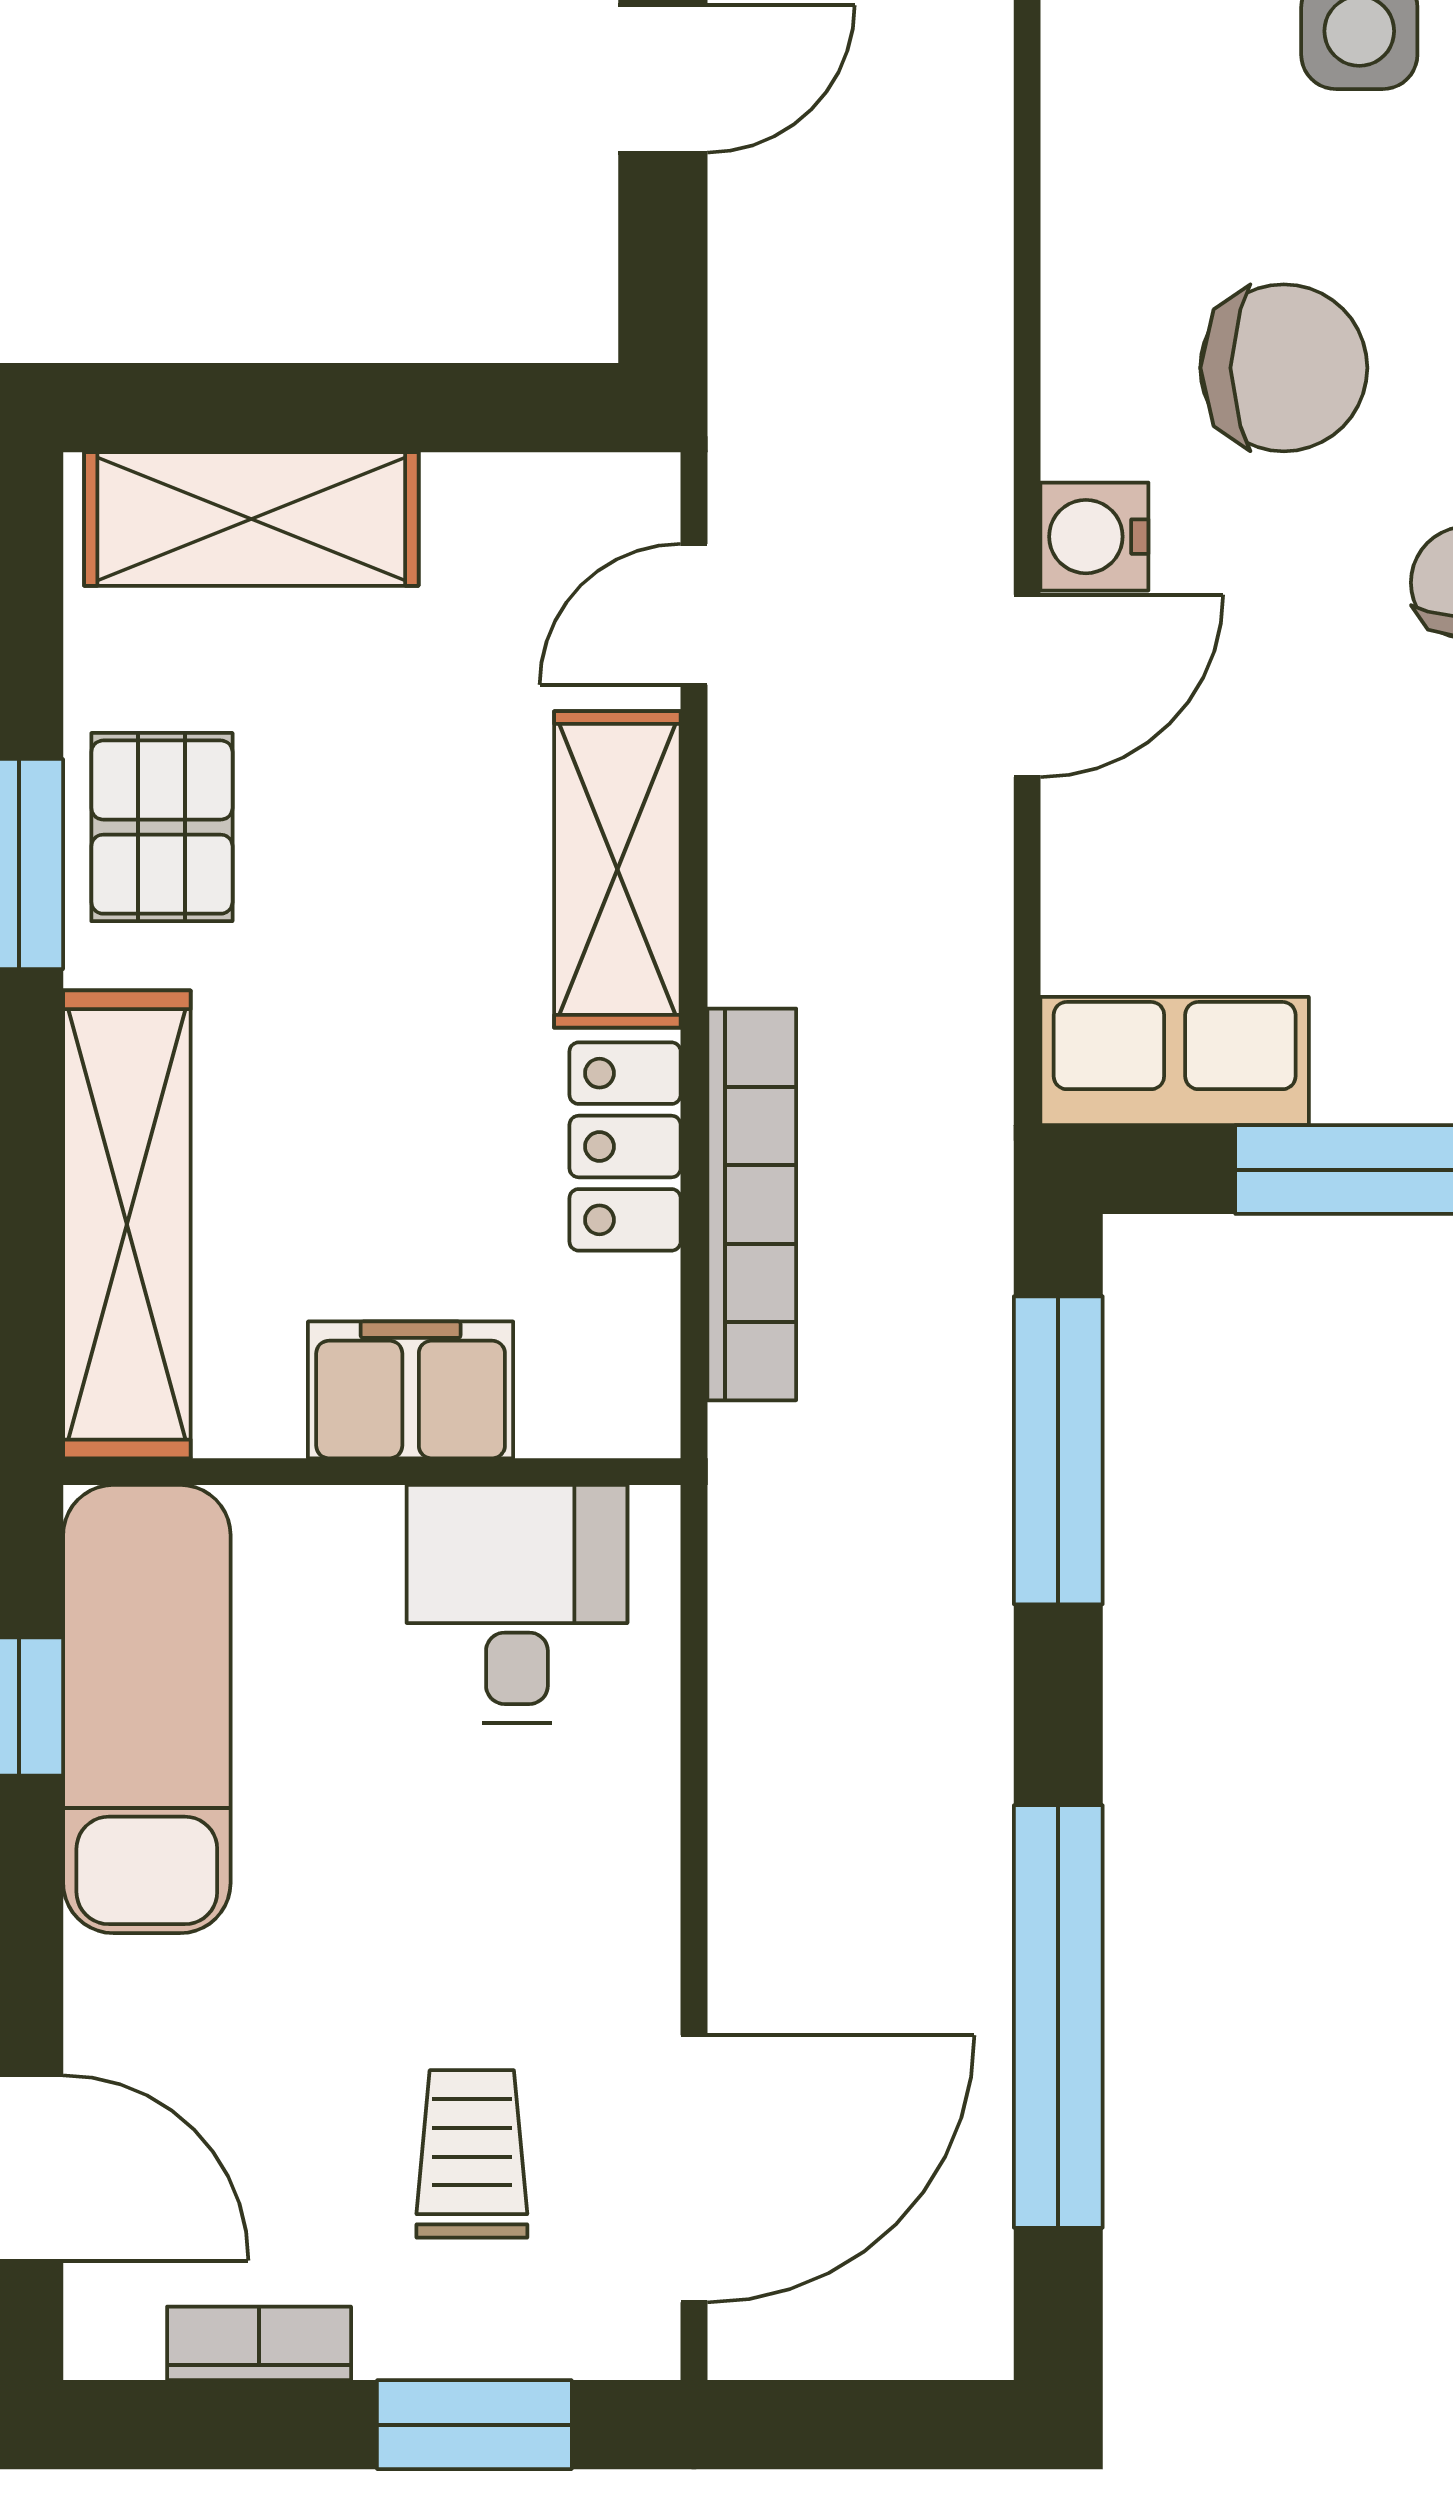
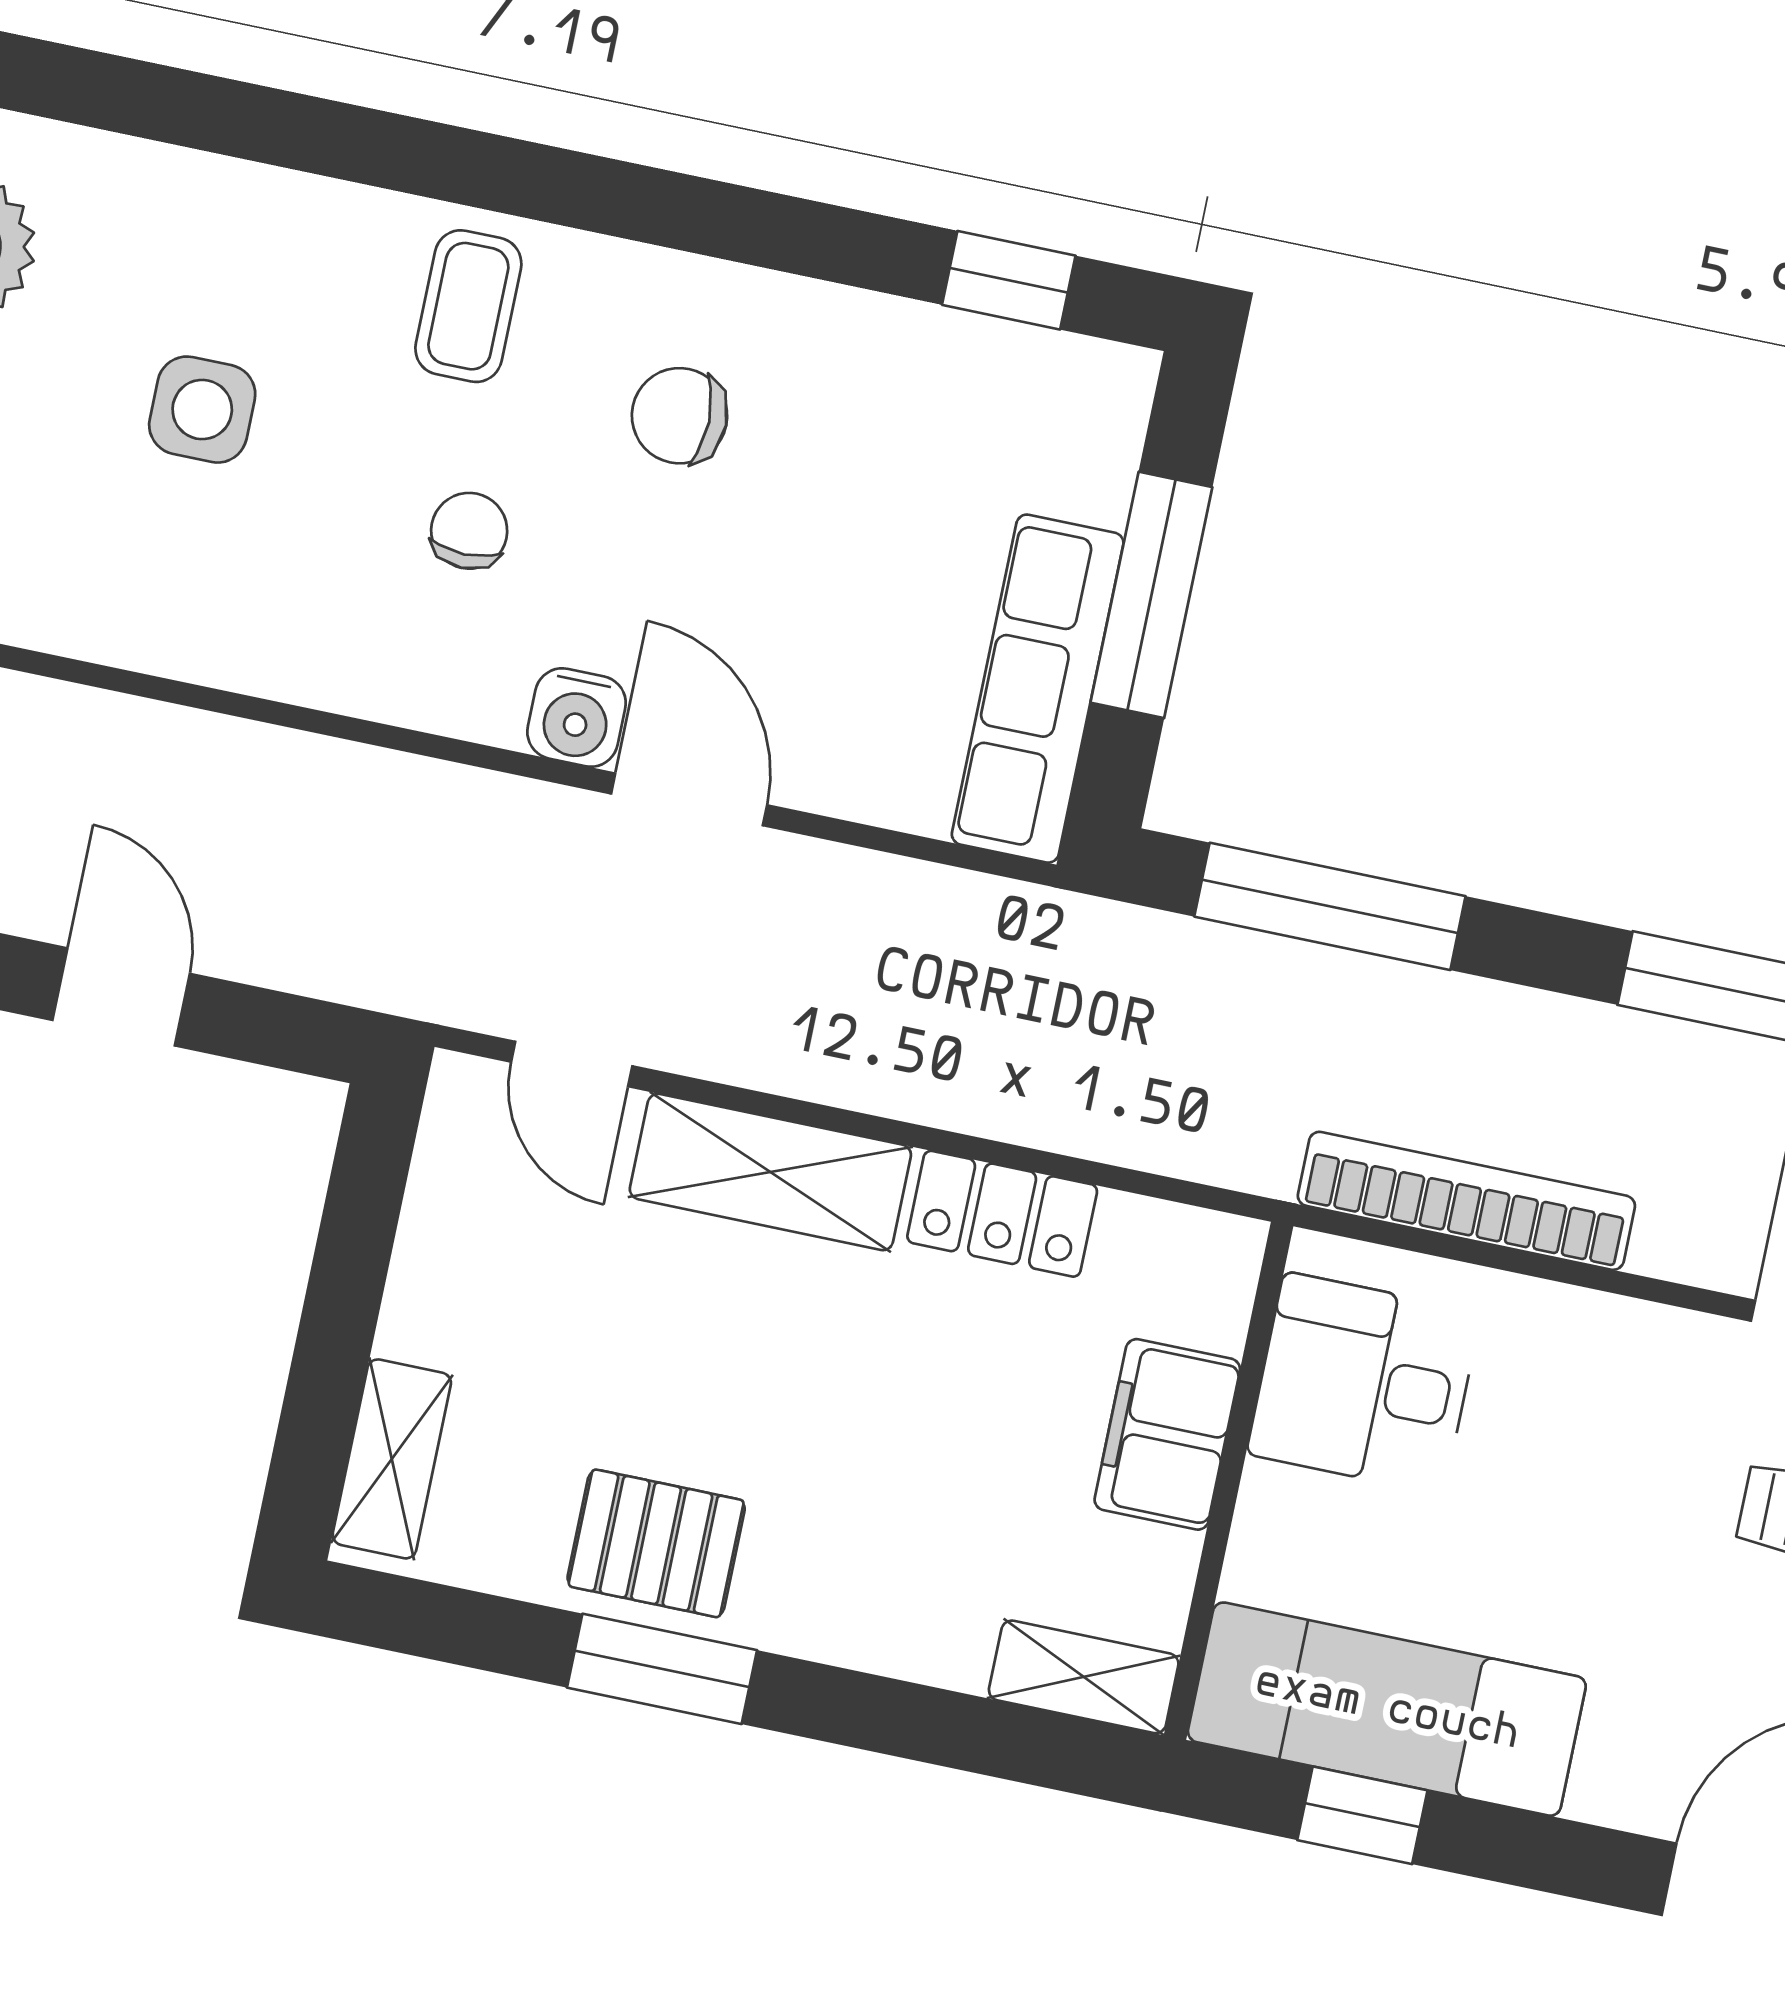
chair: (1284, 368) -> (469, 531), width x0.54, depth x0.54
shelving: (251, 519) -> (392, 1459), width x0.67, depth x0.75
row of seats: (1175, 1061) -> (1038, 689), width x1.48
bookcase: (752, 1204) -> (1466, 1201), moved
shelving: (127, 1224) -> (1084, 1677), width x0.45, depth x0.75

